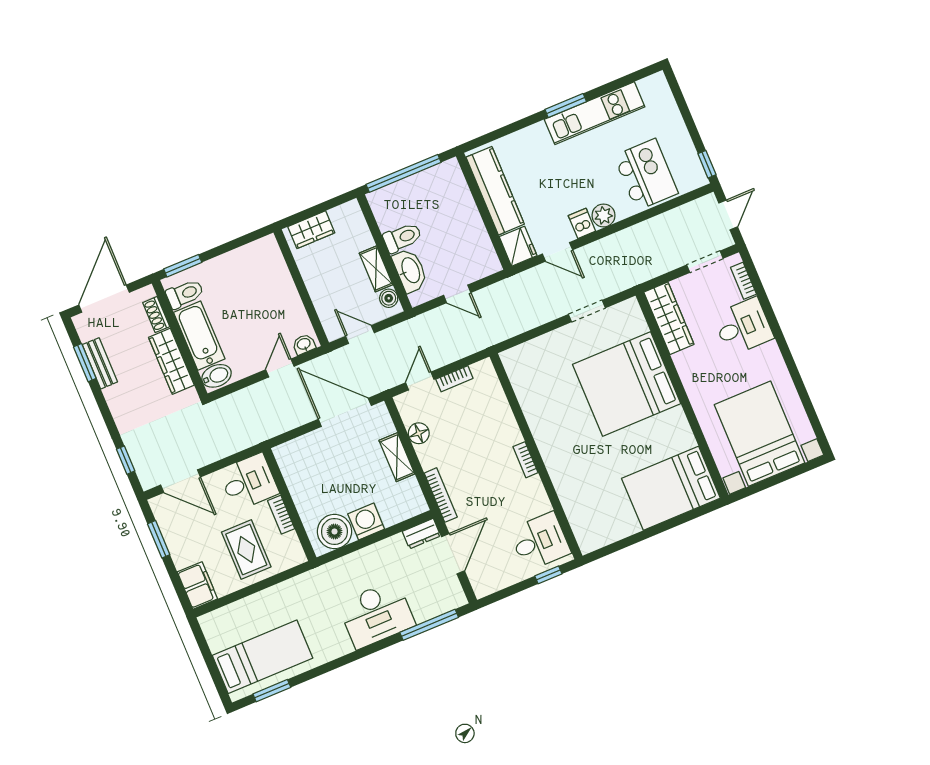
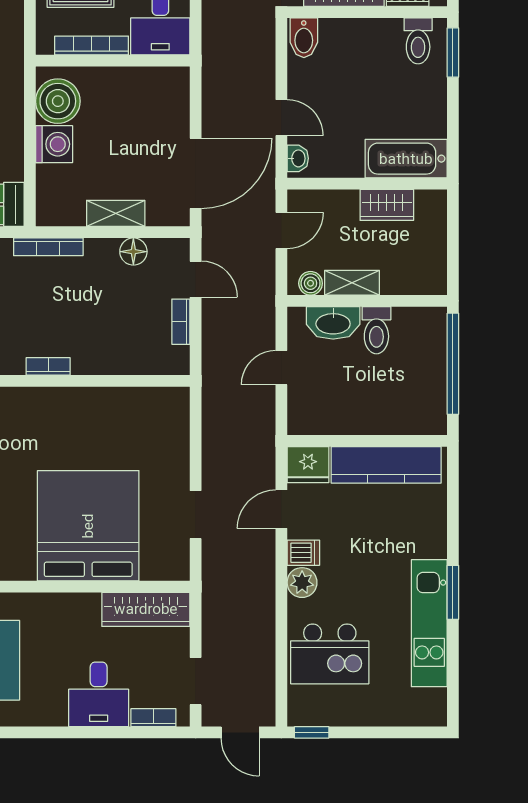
wardrobe: (311, 230) -> (387, 205), moved, turned -90
bathtub: (199, 336) -> (406, 159), moved, turned 180
bookcase: (281, 515) -> (92, 46), width x1.56

